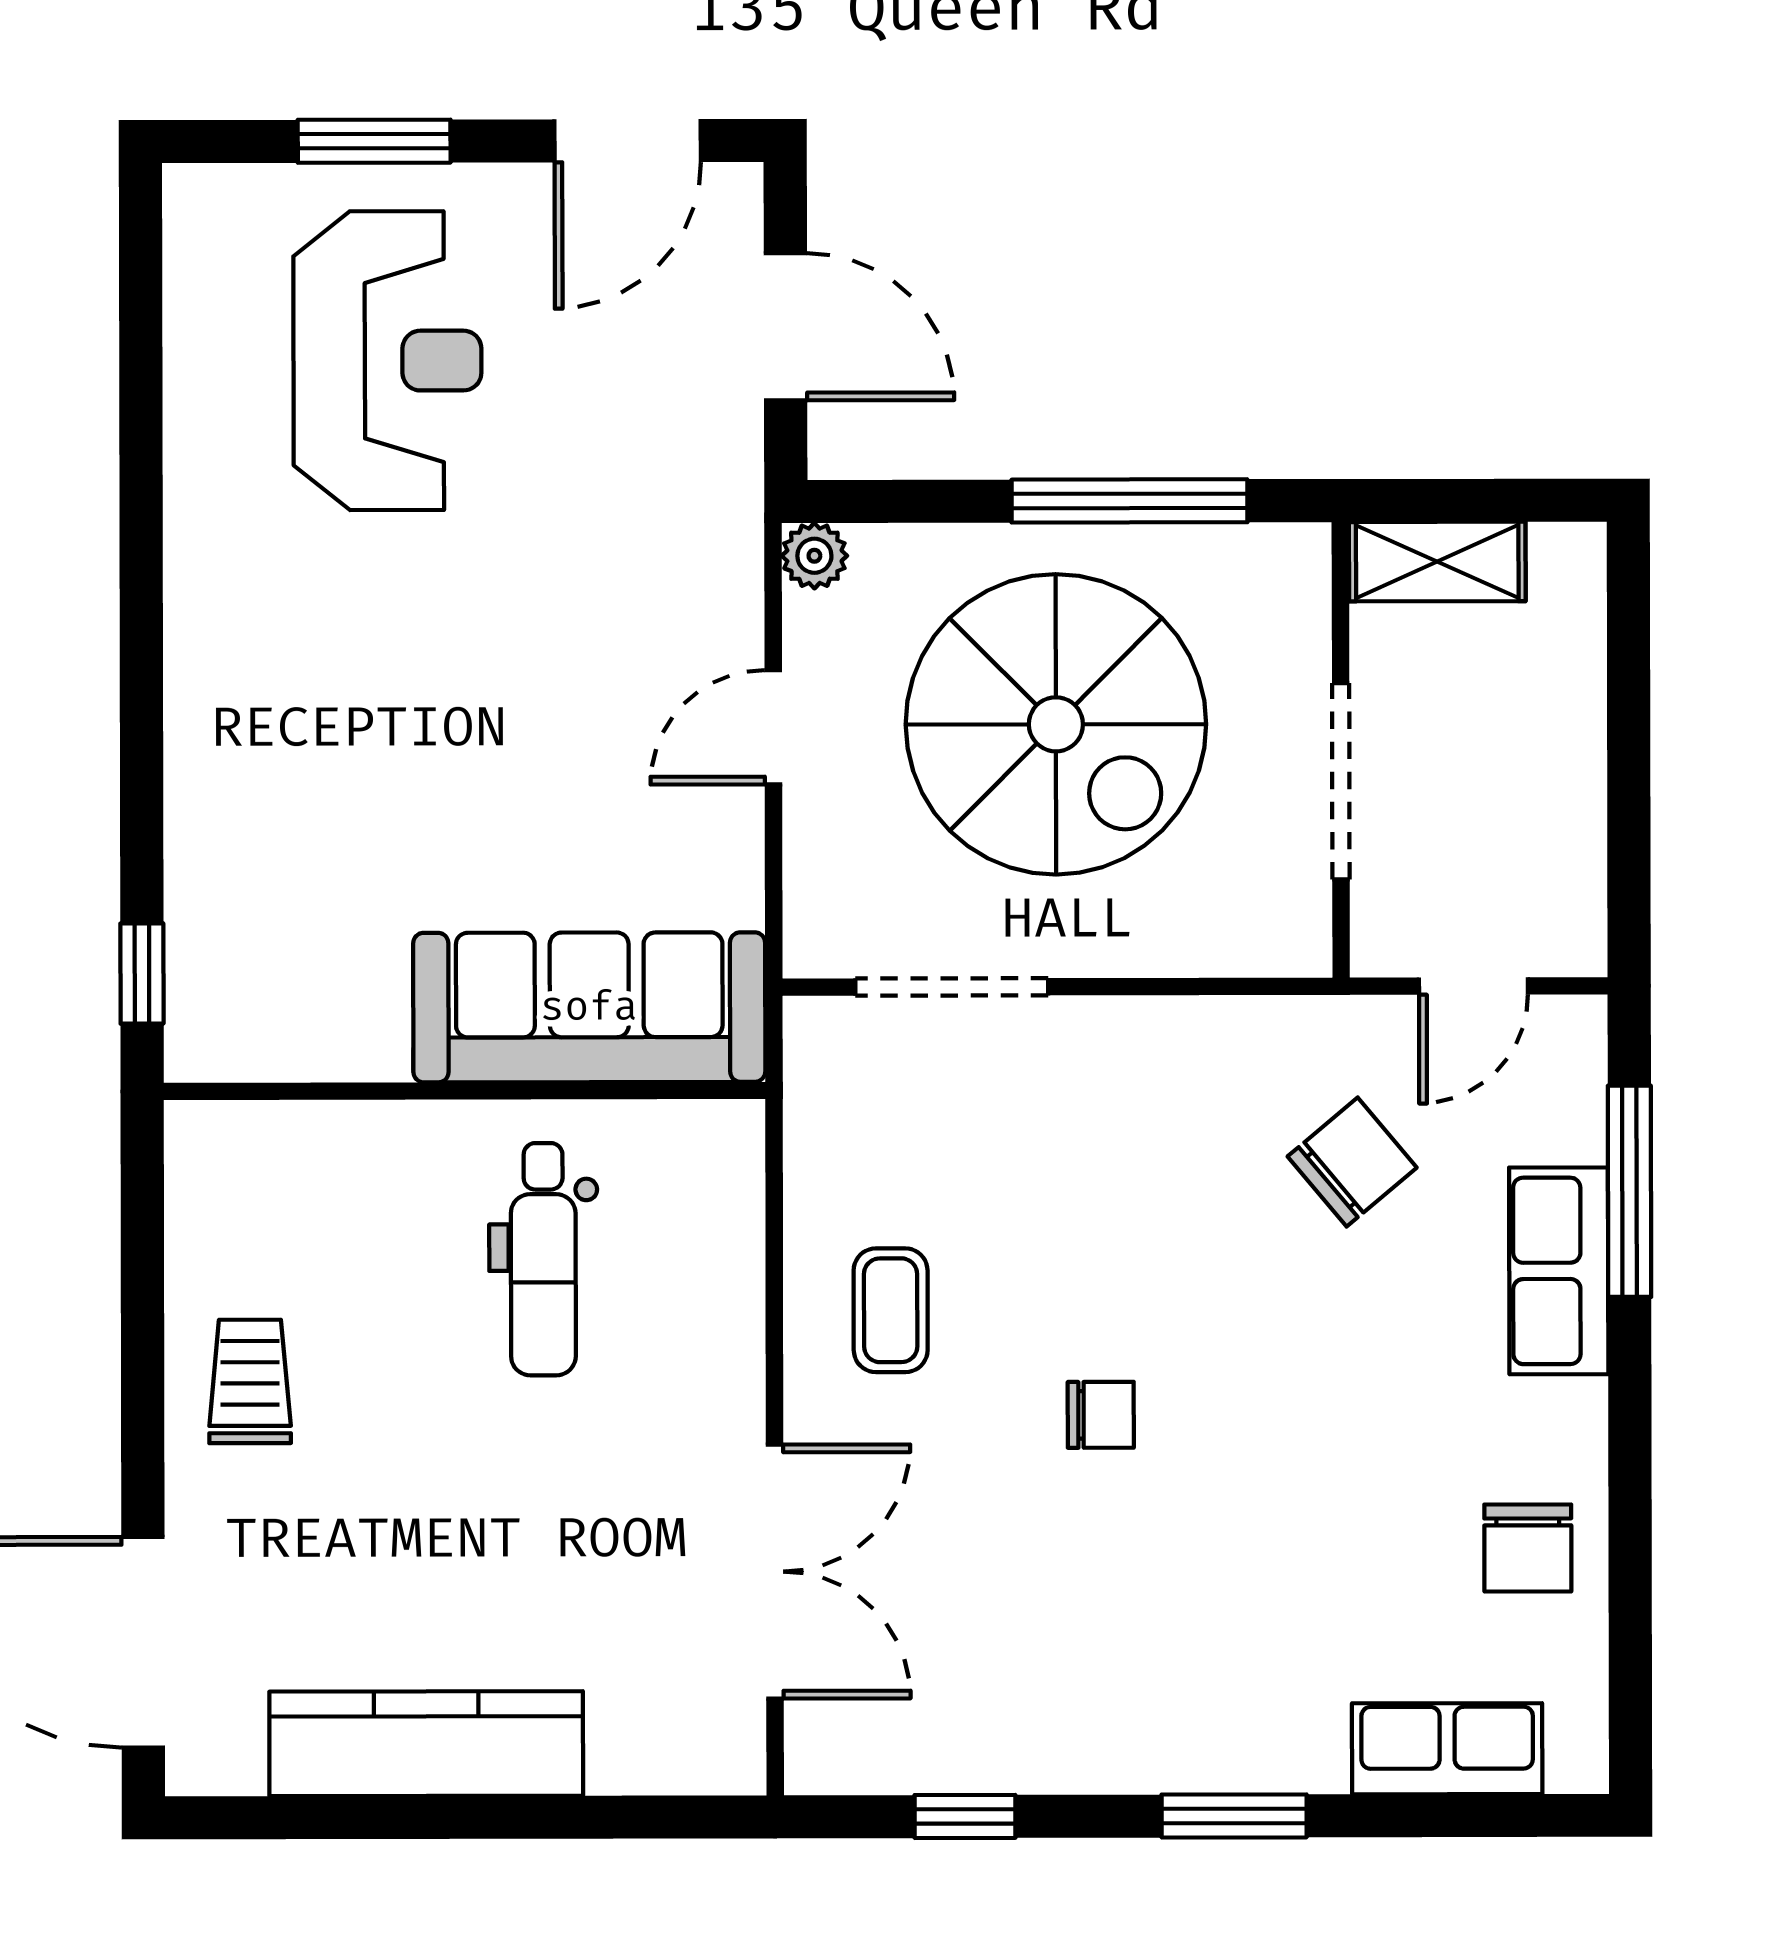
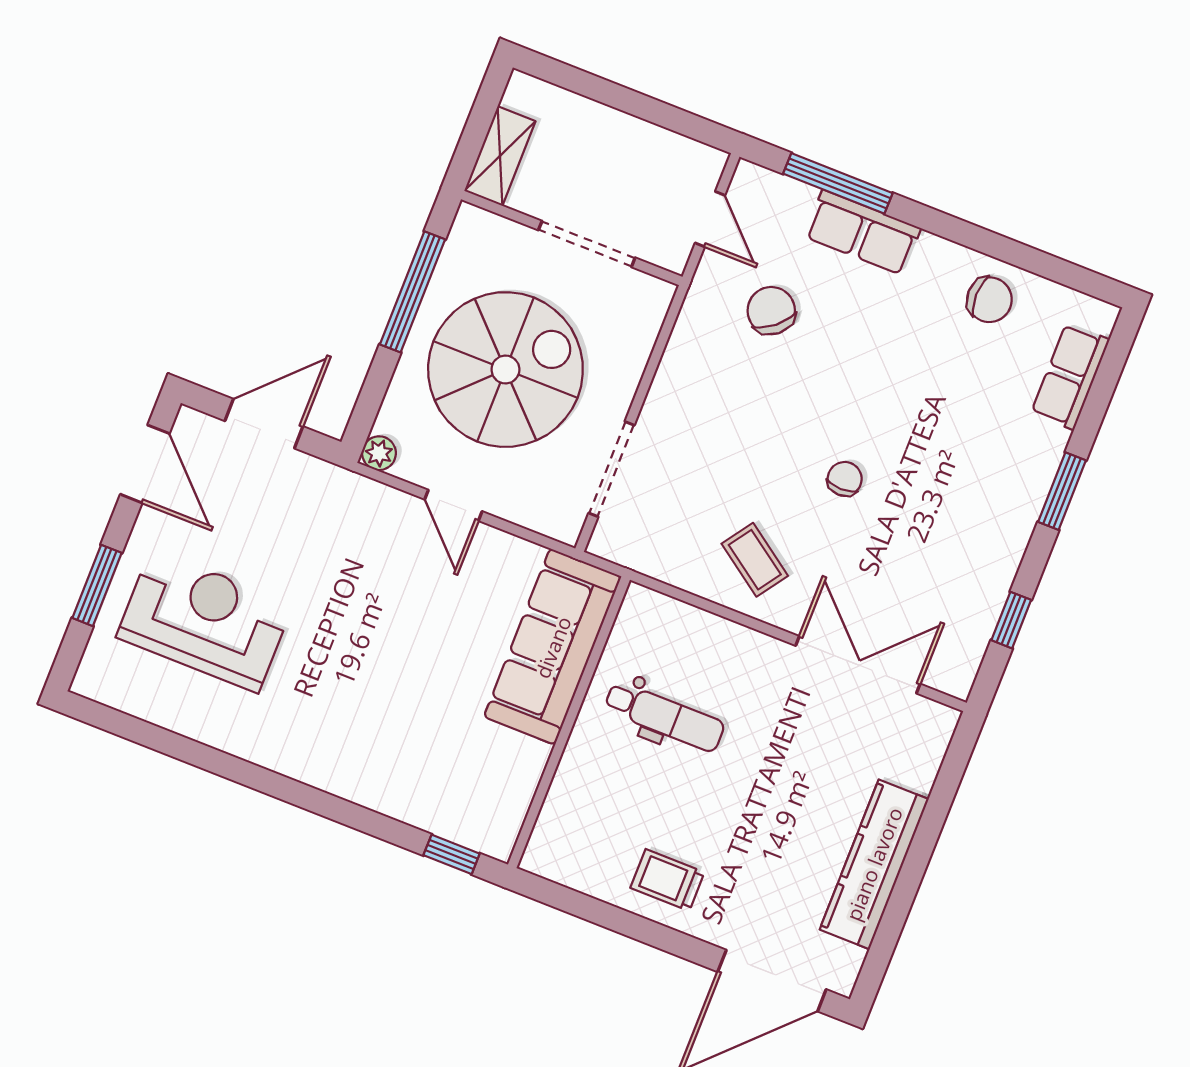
coffee table: (891, 1310) -> (755, 560), turned 35

